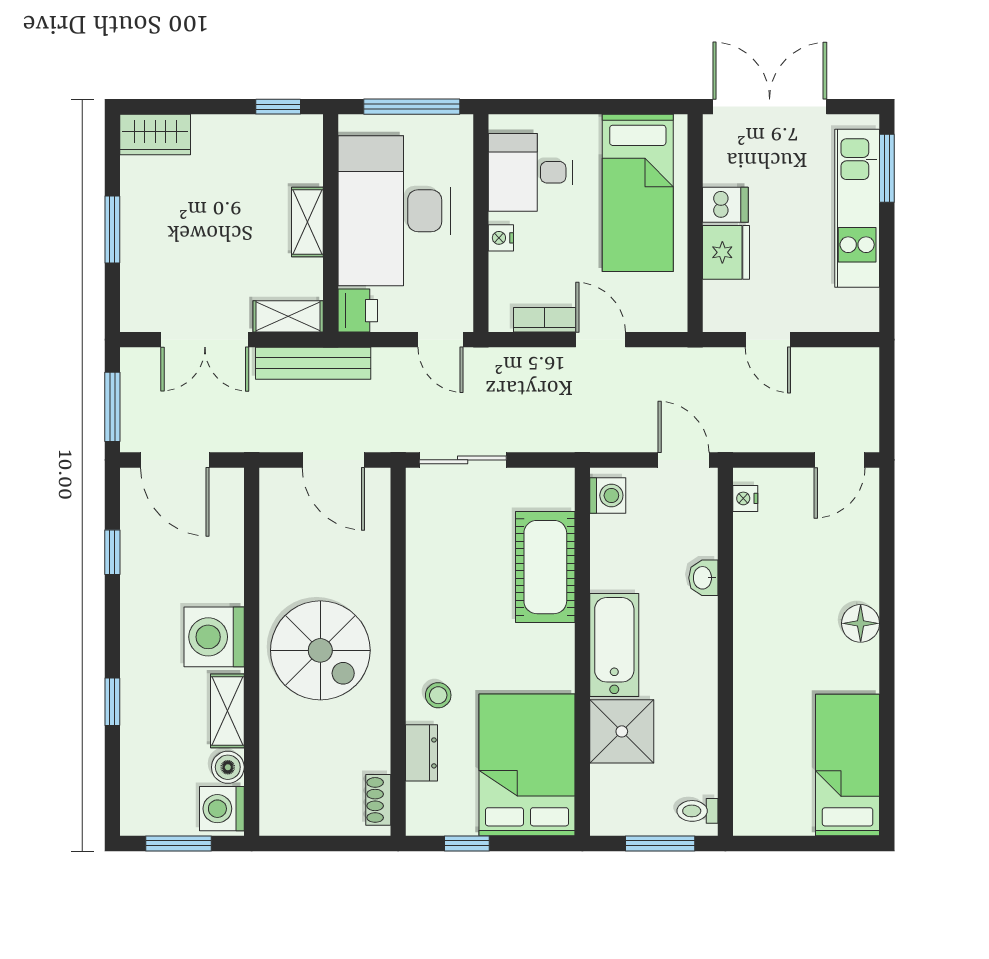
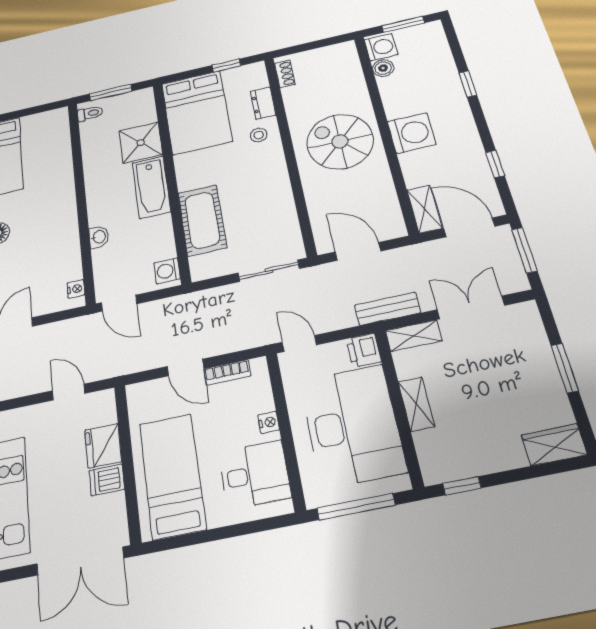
bench: (313, 363) -> (387, 309), width x0.73
shelving: (227, 711) -> (424, 209), moved

